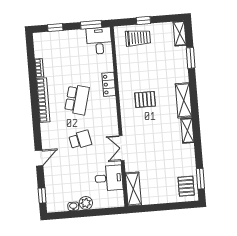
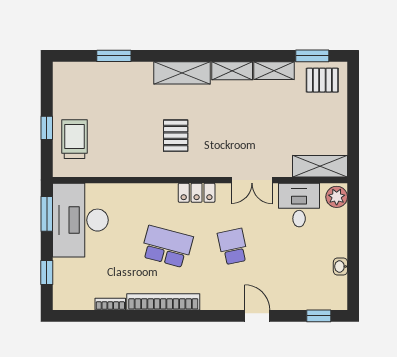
shelving: (180, 33) -> (274, 71), moved
desk: (99, 41) -> (80, 220), width x1.87, depth x1.30
locker: (109, 84) -> (197, 193), moved
plant: (86, 203) -> (337, 197), moved

